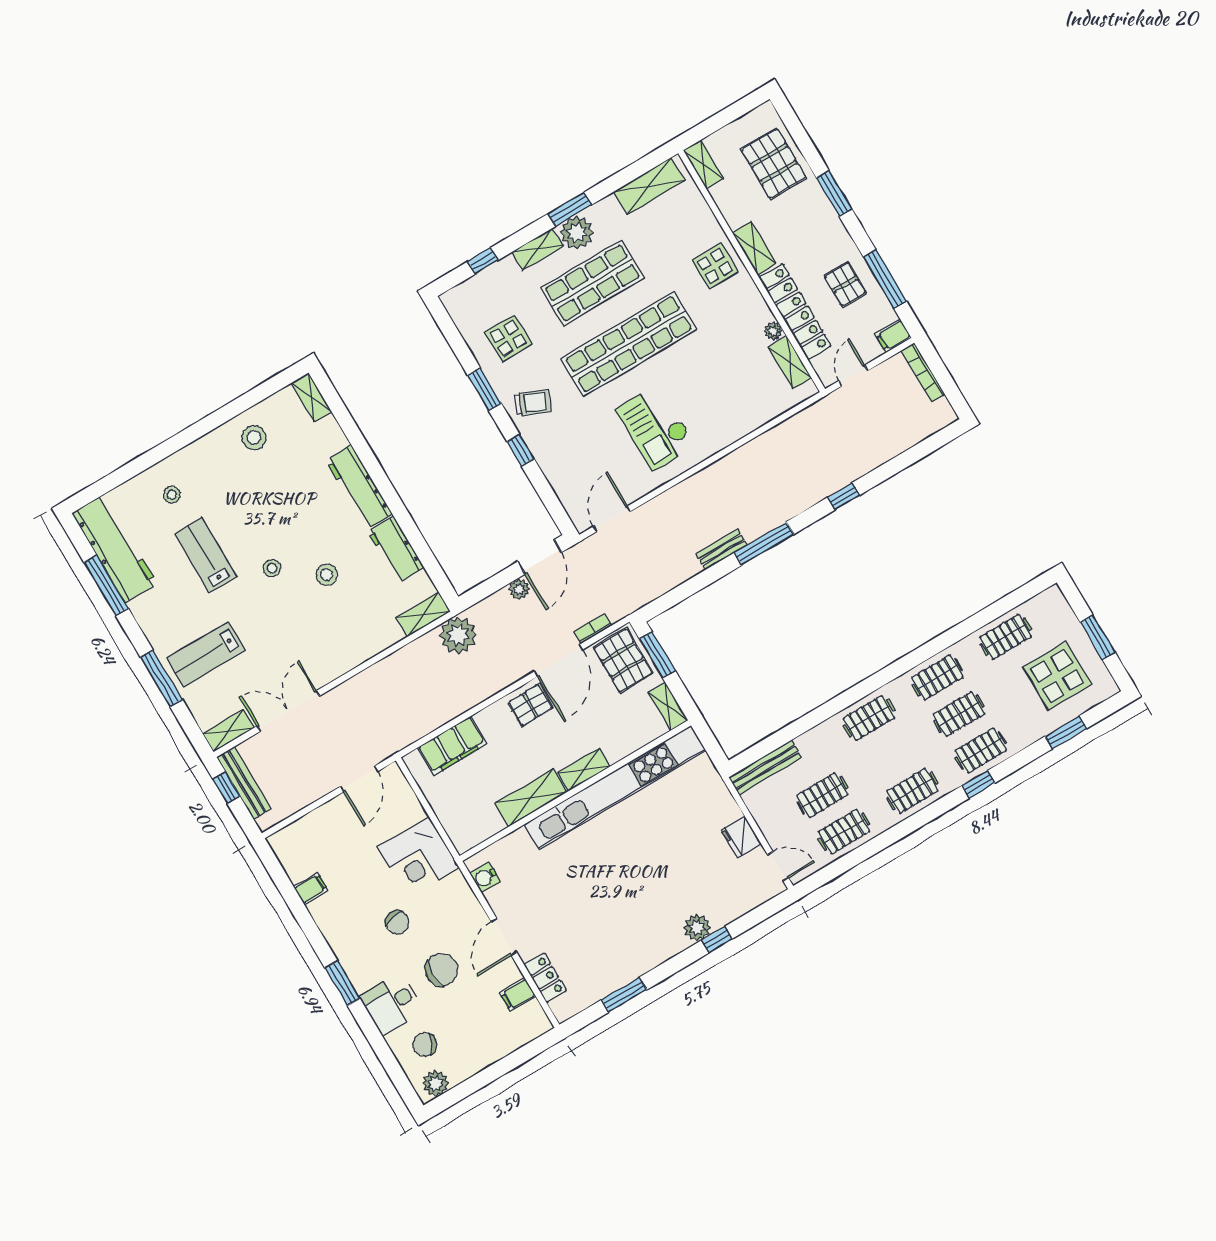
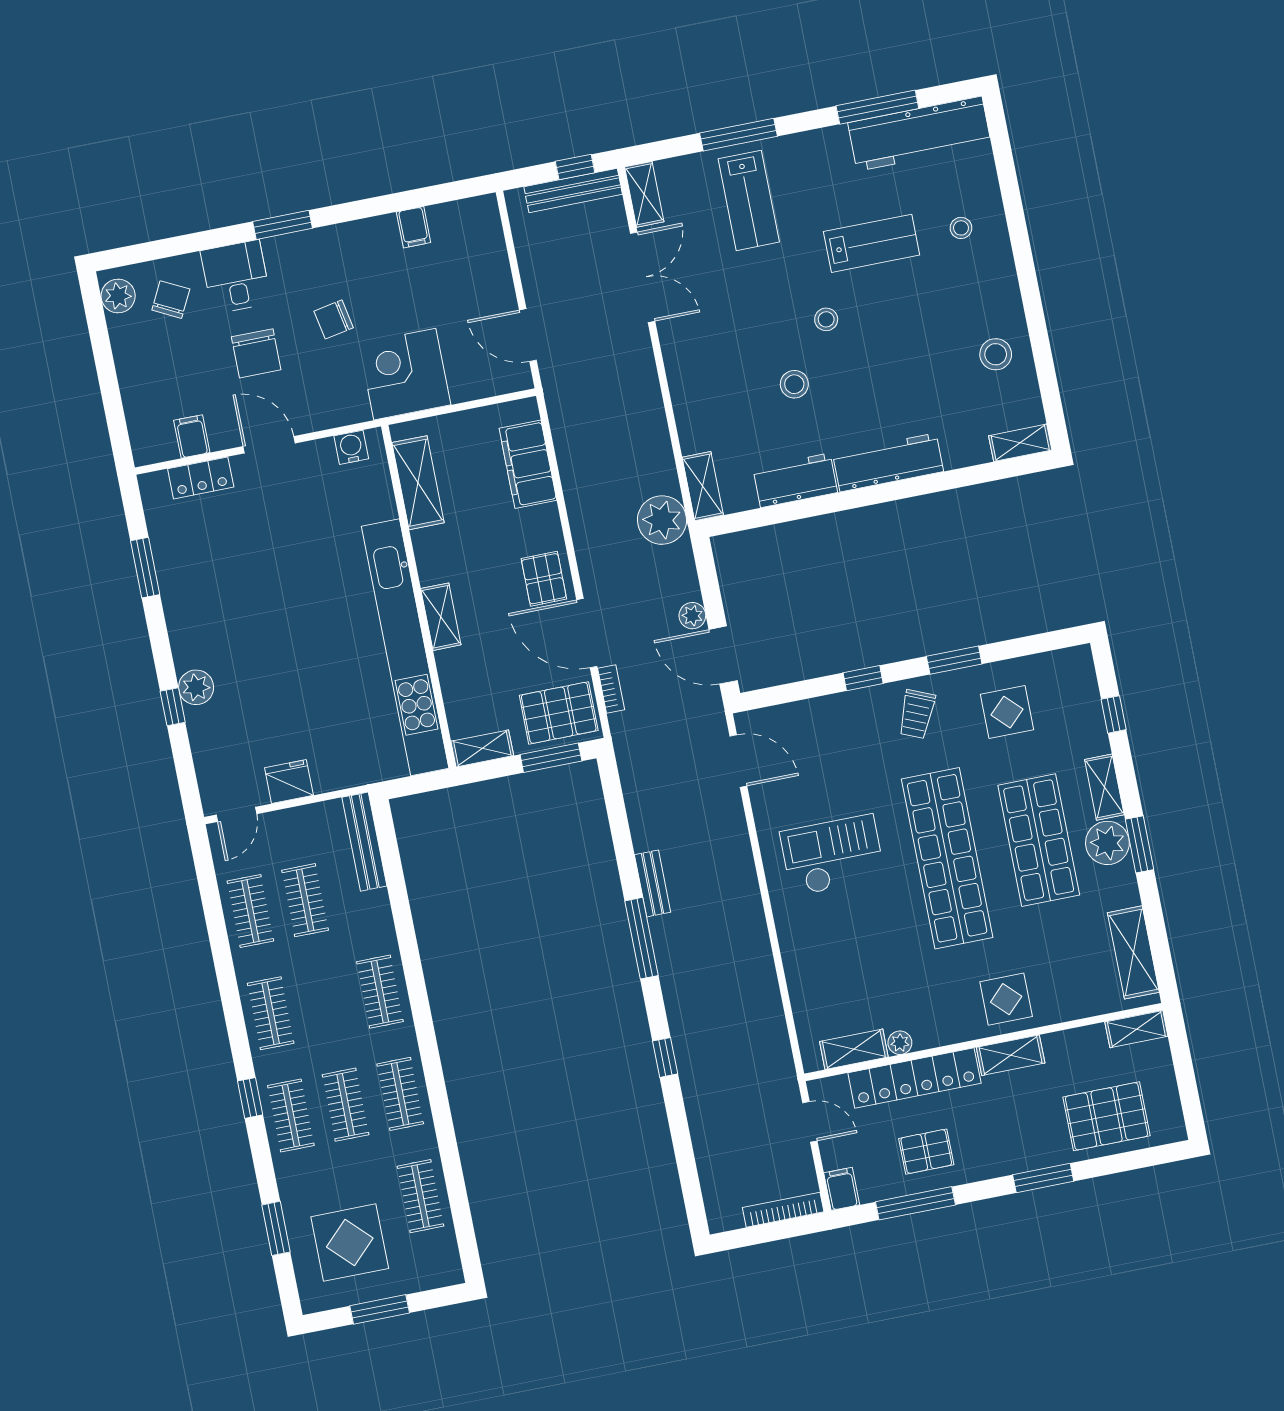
lab bench: (206, 654) -> (749, 200), turned 180
shelving: (531, 798) -> (418, 483), moved

